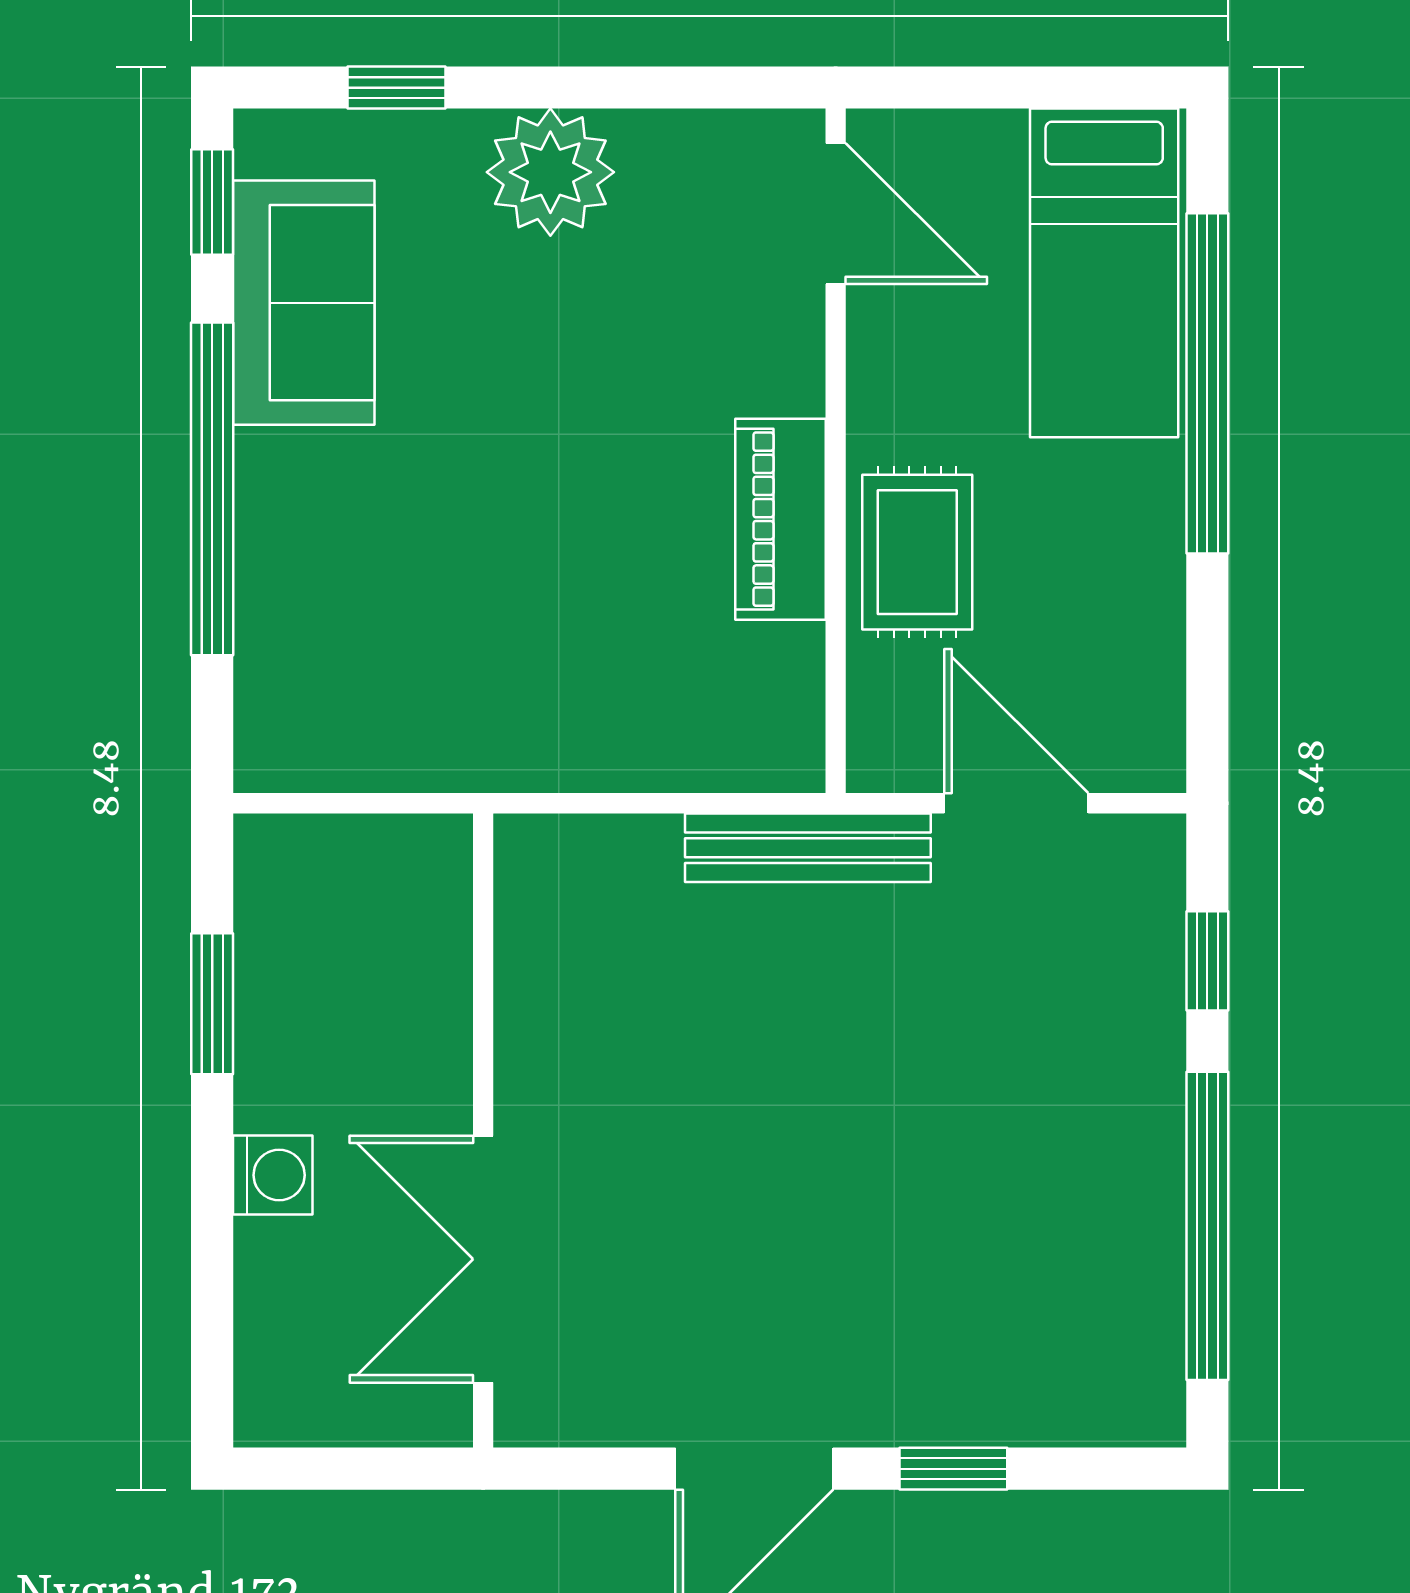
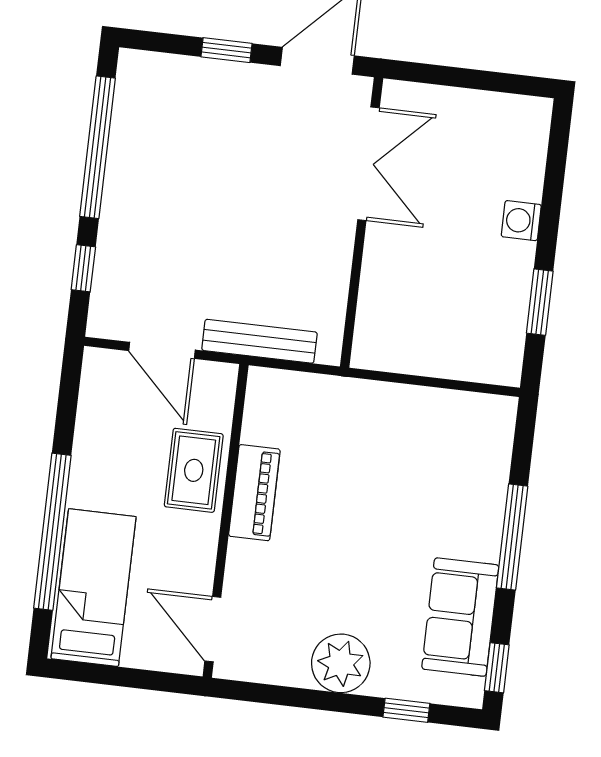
window: (212, 489) -> (512, 537), width x0.68
wall: (483, 1131) -> (362, 222), moved
double door: (483, 1259) -> (368, 164), moved

